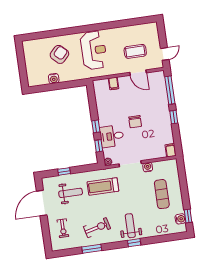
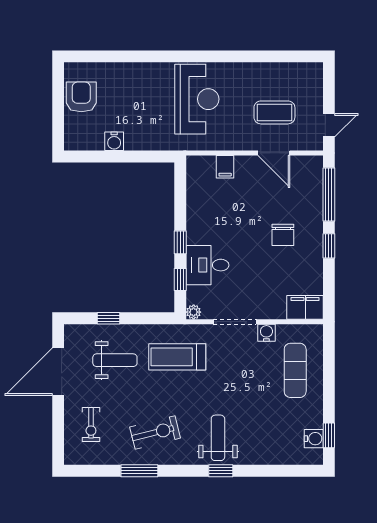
armchair: (59, 54) -> (81, 97), moved, turned -44
chair: (135, 122) -> (283, 235), moved
filing cabinet: (171, 150) -> (305, 307), width x2.00
exercise mat: (162, 194) -> (295, 370), moved

